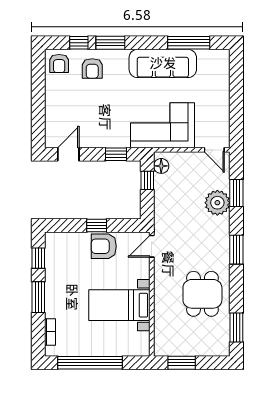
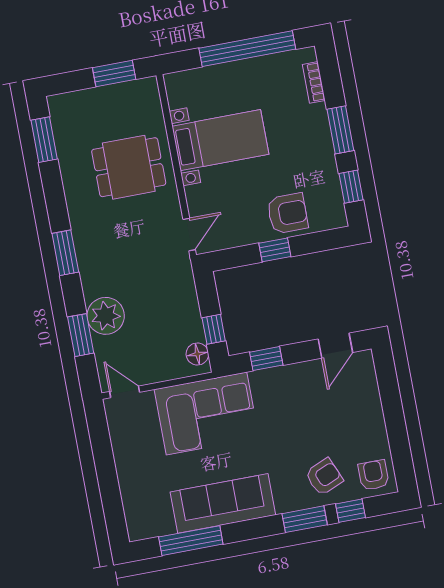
armchair: (92, 69) -> (324, 477), turned 67
armchair: (104, 246) -> (287, 213), moved
dining table: (202, 294) -> (129, 167), moved, turned 90

